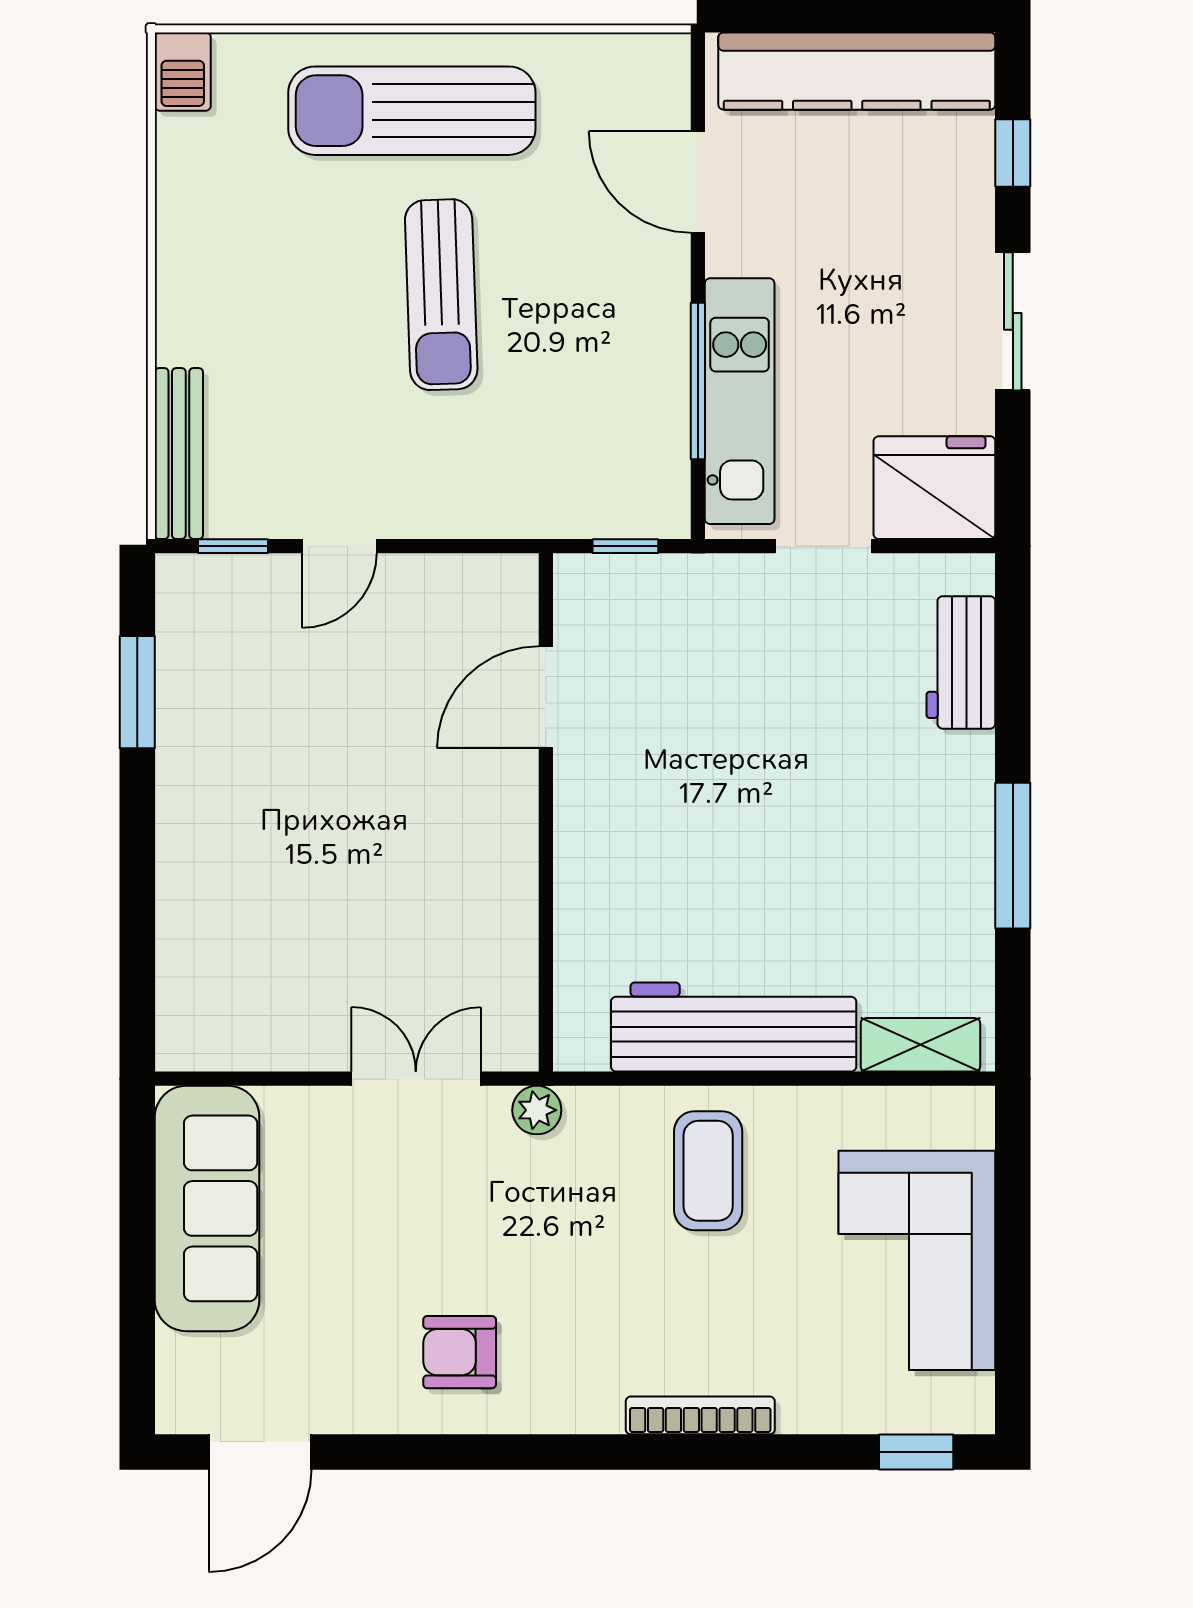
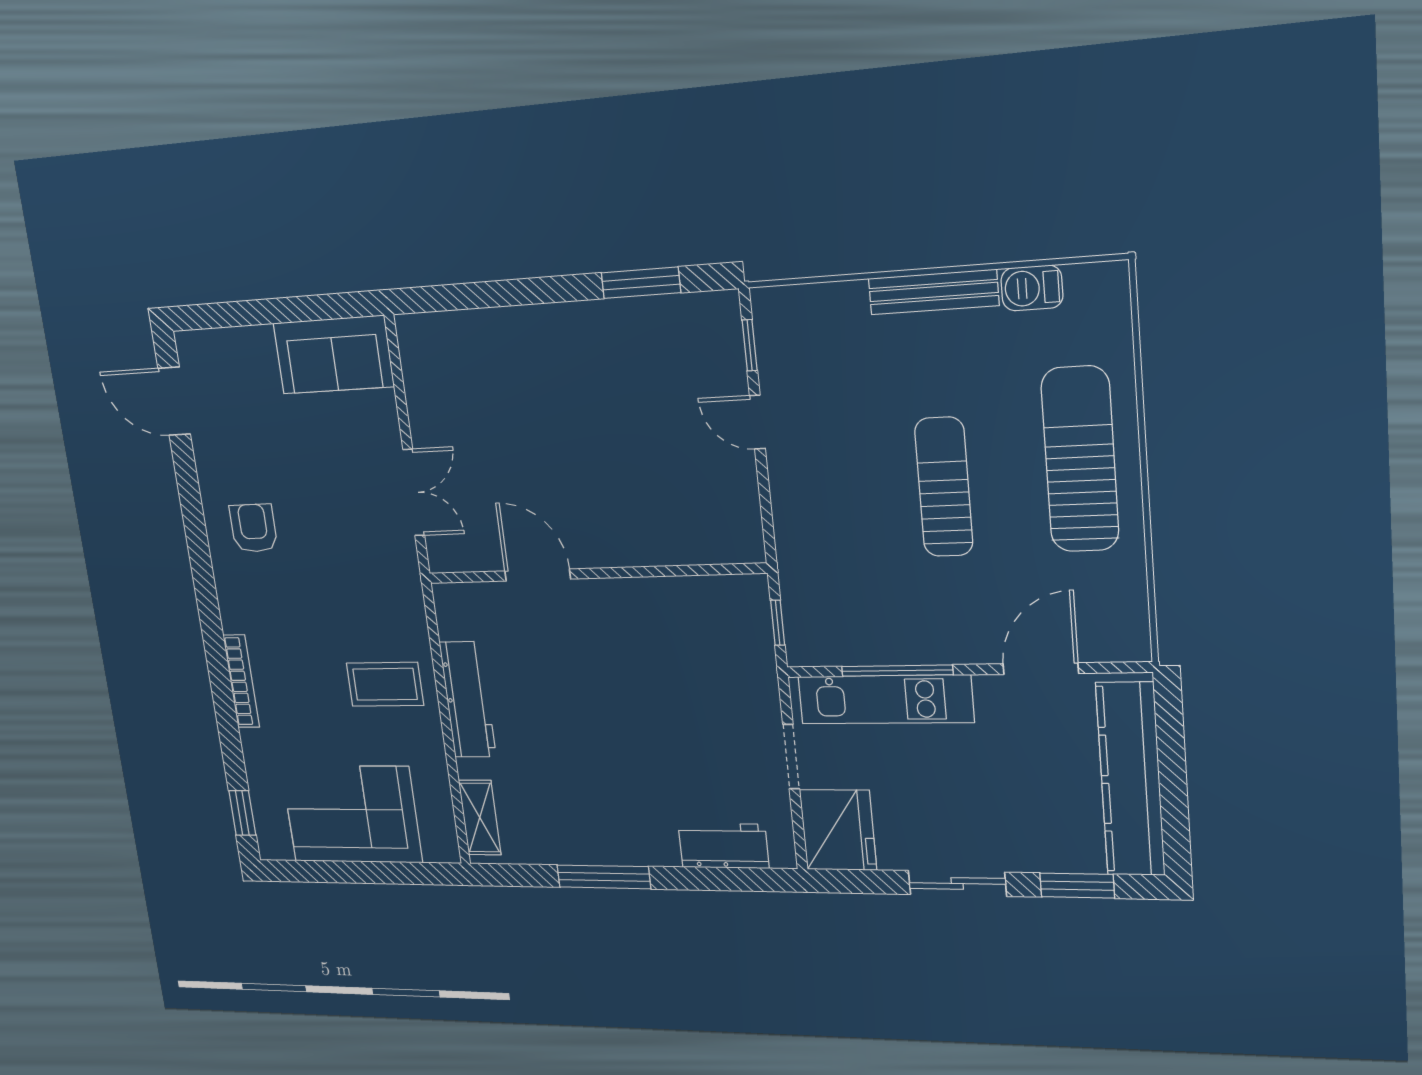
barbecue: (183, 72) -> (1032, 288), moved
window: (1013, 153) -> (1077, 886), width x1.50
sun lounger: (441, 295) -> (944, 487), turned 92
bench: (179, 454) -> (933, 292), moved
door: (546, 697) -> (538, 575), moved
workbench: (734, 1027) -> (468, 700), width x0.73, depth x0.76
plant: (537, 1110) -> (406, 573), removed
sofa: (207, 1208) -> (333, 355), width x0.73

